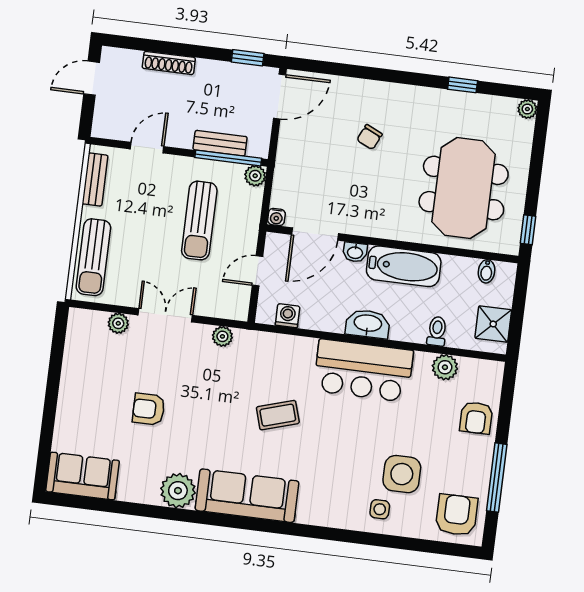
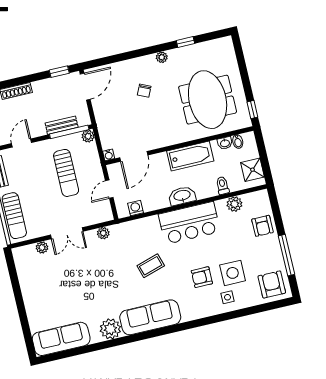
plant: (527, 109) -> (162, 57), moved
washbasin: (355, 252) -> (225, 143), moved
double door: (165, 315) -> (67, 233), swing flipped
armchair: (149, 409) -> (202, 277), moved
sofa: (83, 476) -> (61, 339), width x1.36

